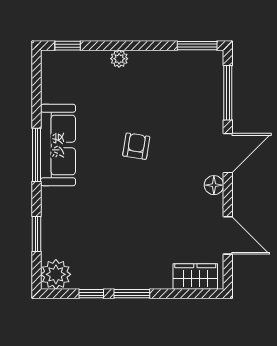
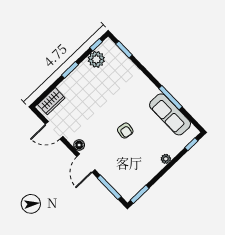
sofa: (58, 145) -> (170, 114), moved
window: (37, 155) -> (170, 98), moved
window: (37, 234) -> (124, 49), moved
plant: (56, 274) -> (96, 59), moved
window: (91, 294) -> (96, 45), moved

